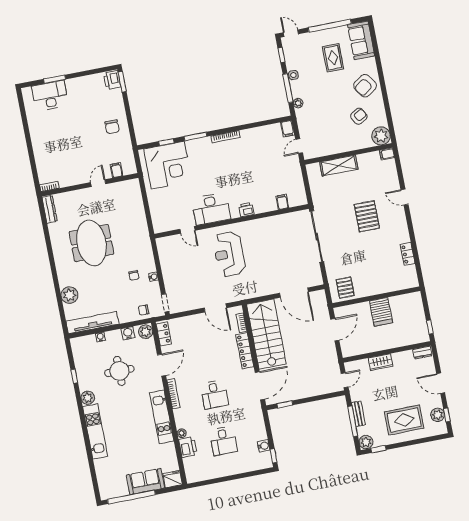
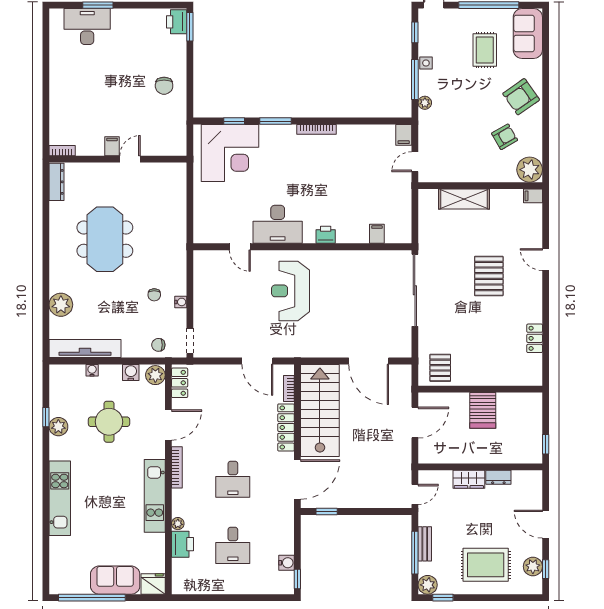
filing cabinet: (116, 170) -> (112, 146), moved
dresser: (422, 353) -> (498, 477), moved
plant: (88, 398) -> (58, 427), moved

